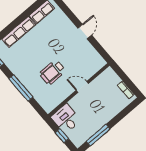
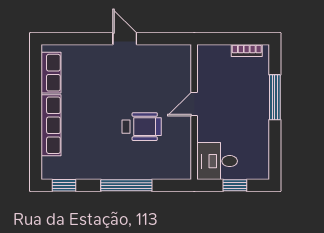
wheelchair: (52, 72) -> (142, 127), turned -90
window: (98, 135) -> (275, 97), moved

